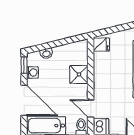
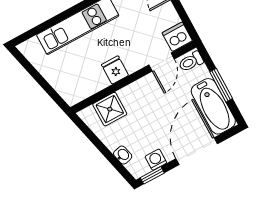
fridge: (101, 44) -> (115, 70), moved
shower: (79, 75) -> (110, 109), moved

